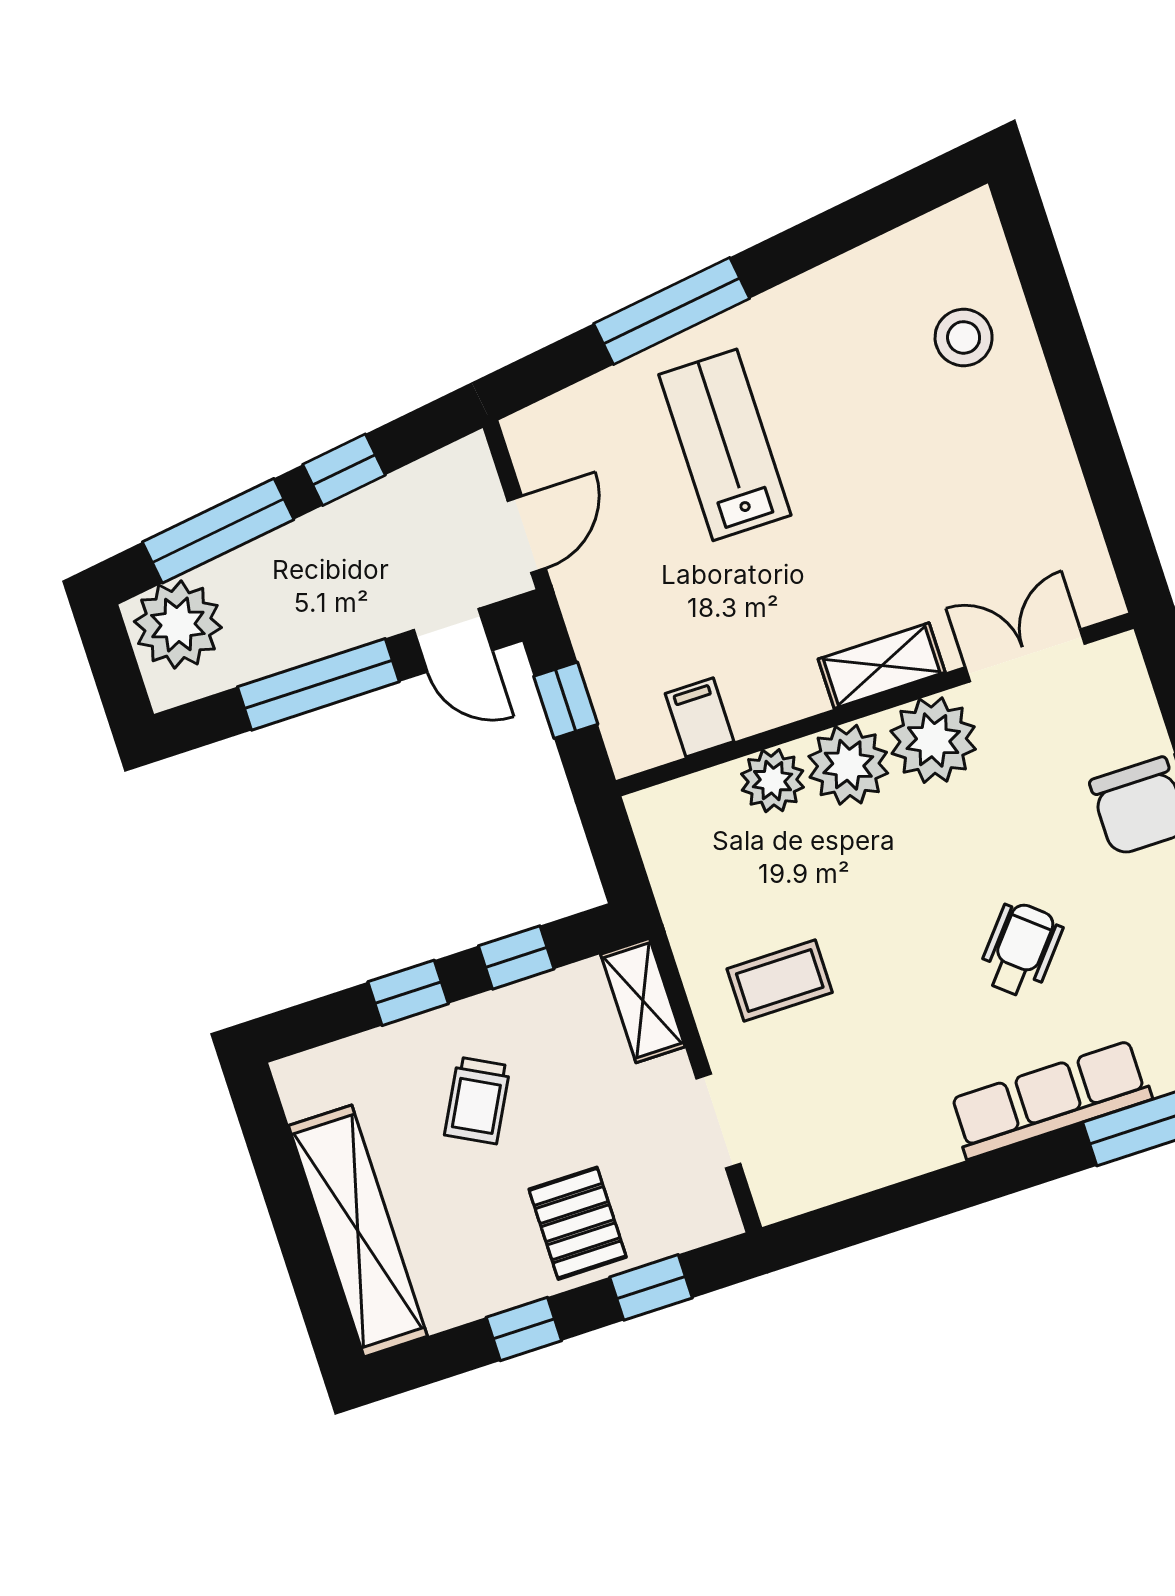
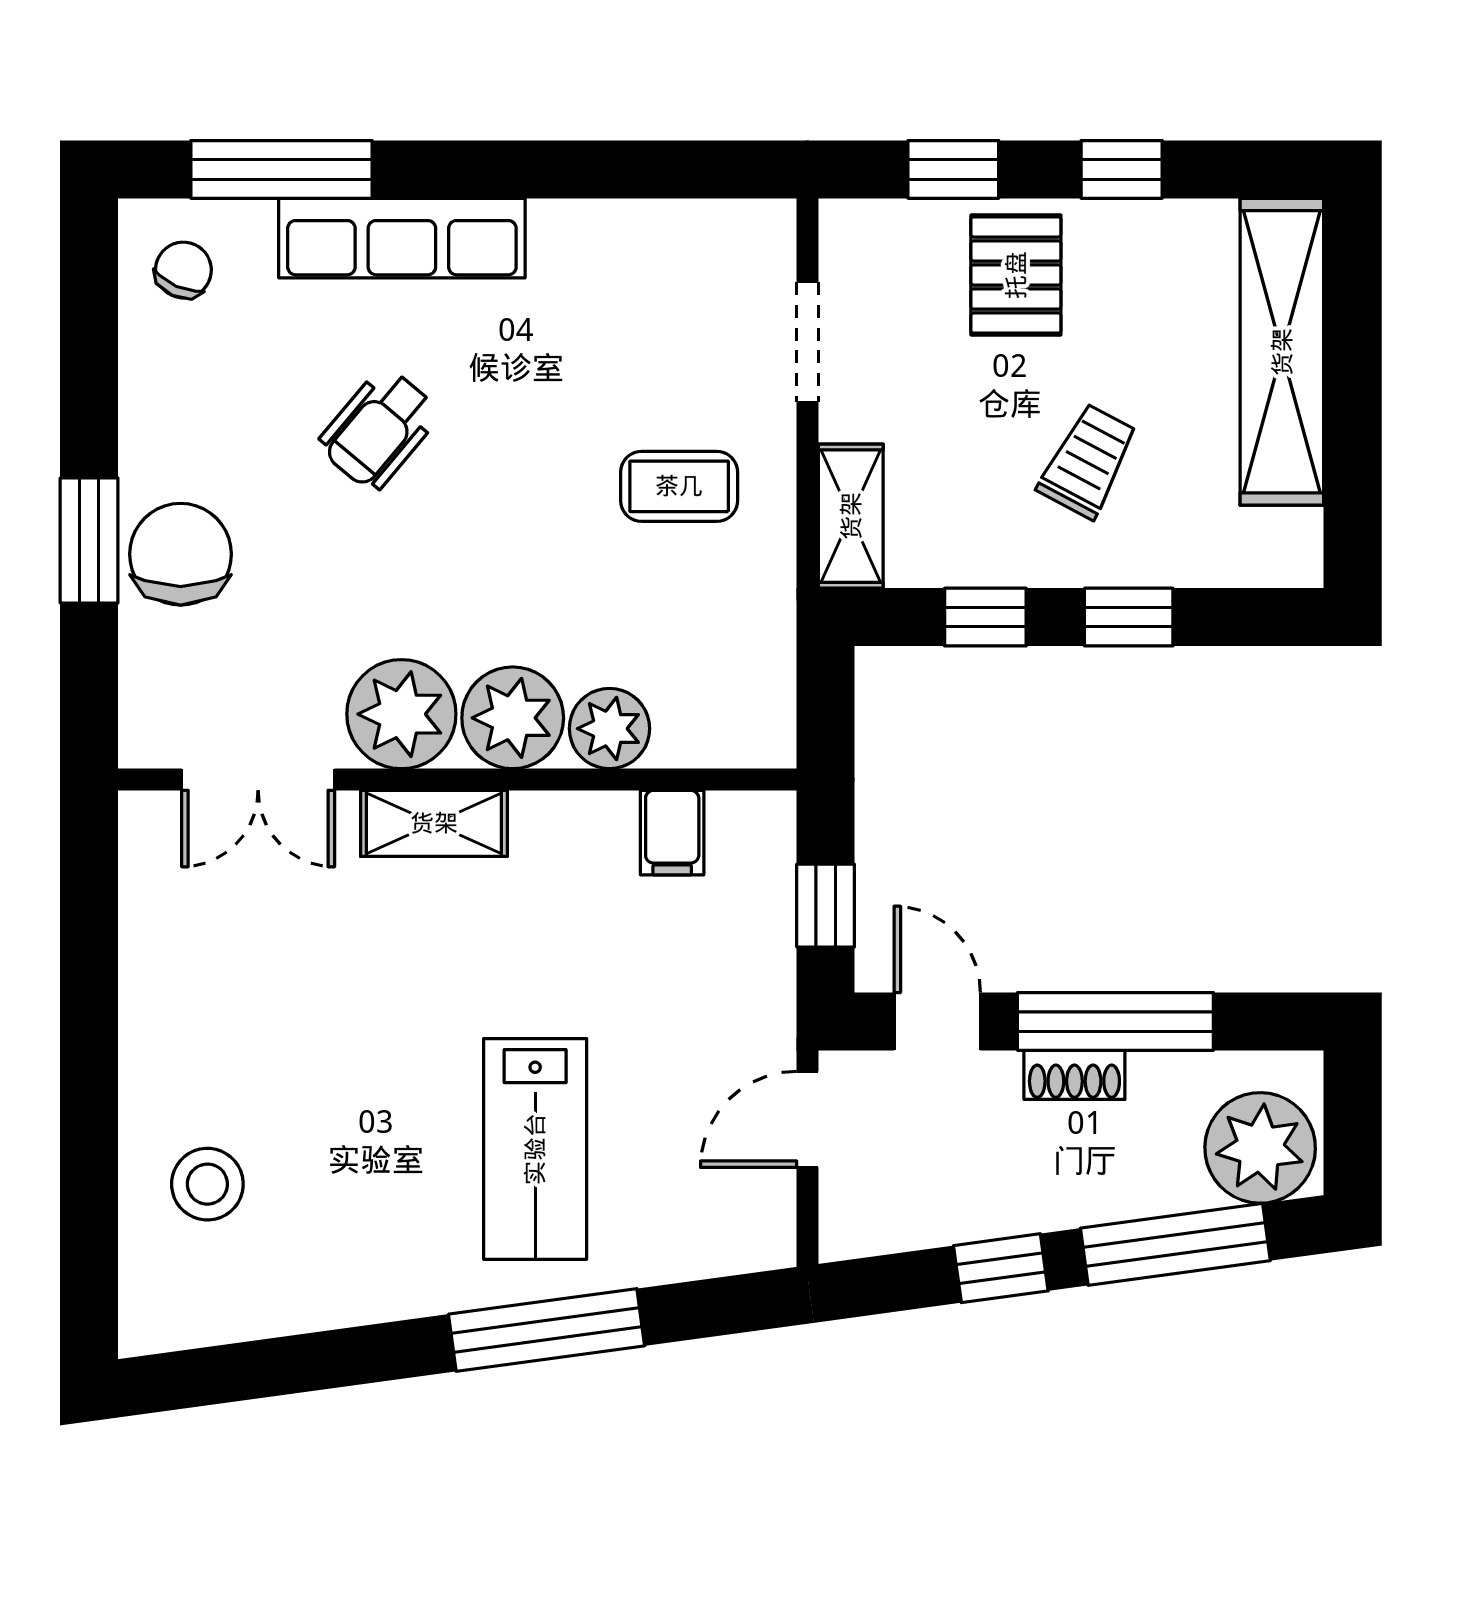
shoe rack: (336, 634) -> (1074, 1075), added

